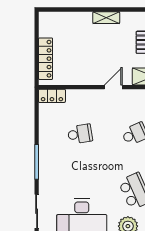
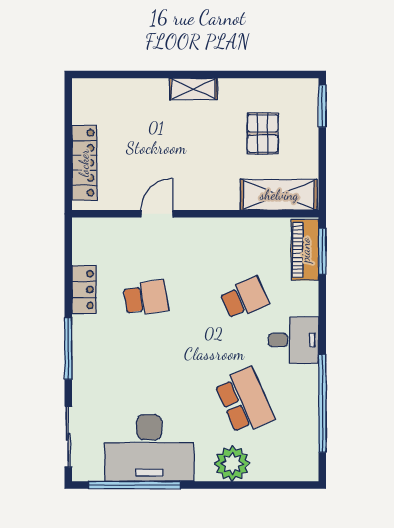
door: (113, 87) -> (157, 214), moved
locker: (52, 96) -> (84, 290), moved, turned -90

